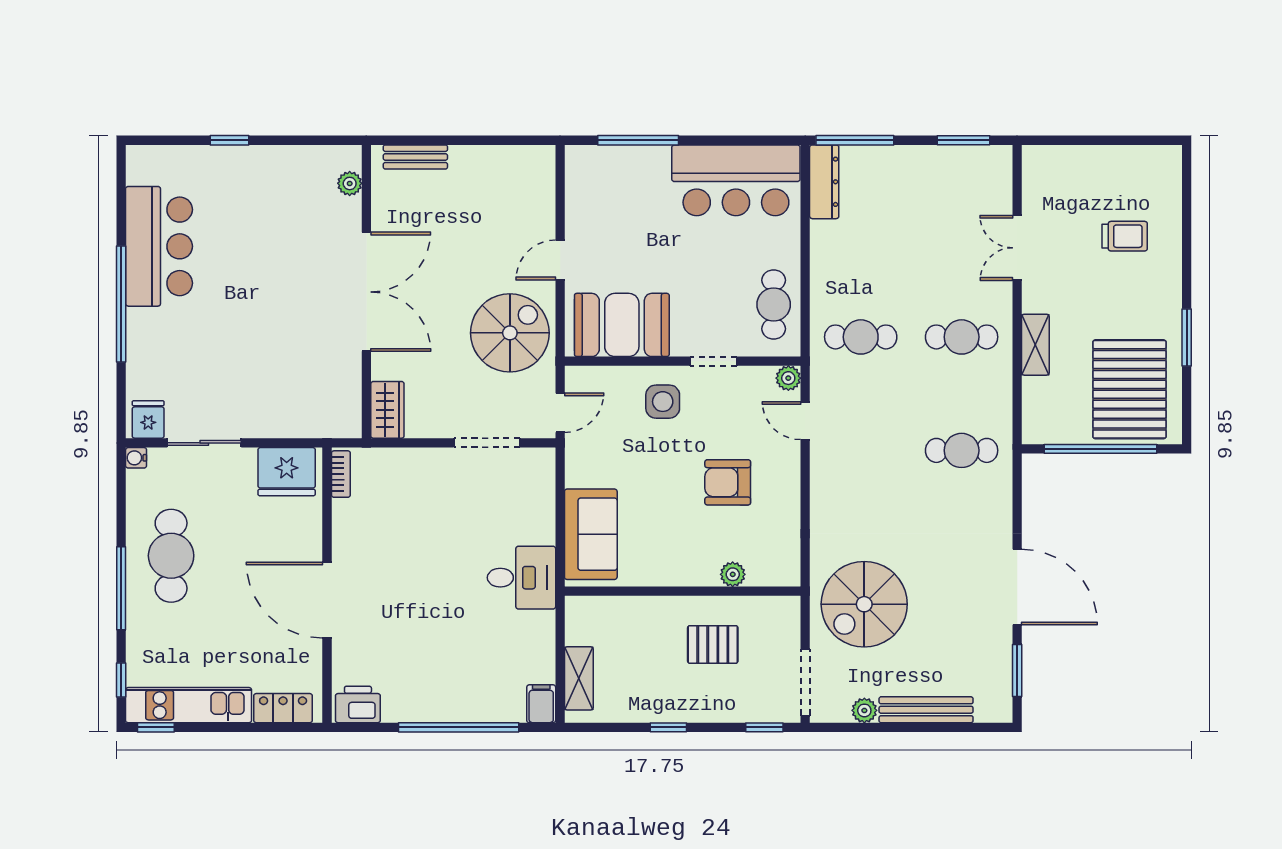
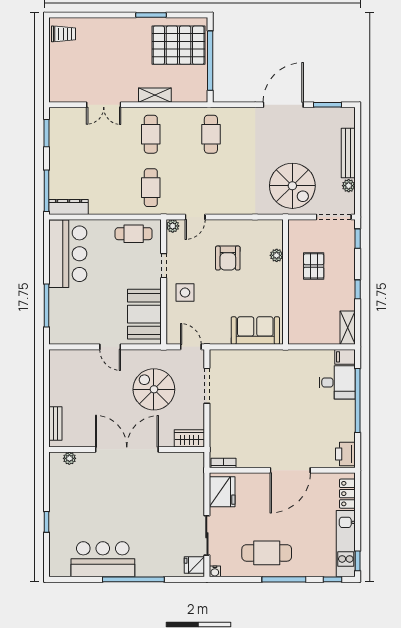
trolley: (1125, 236) -> (63, 34), moved, turned 90
spiral stairs: (510, 333) -> (154, 389), moved
desk: (521, 578) -> (337, 382), moved, turned 90
shelving: (579, 678) -> (348, 328), moved, turned 90

